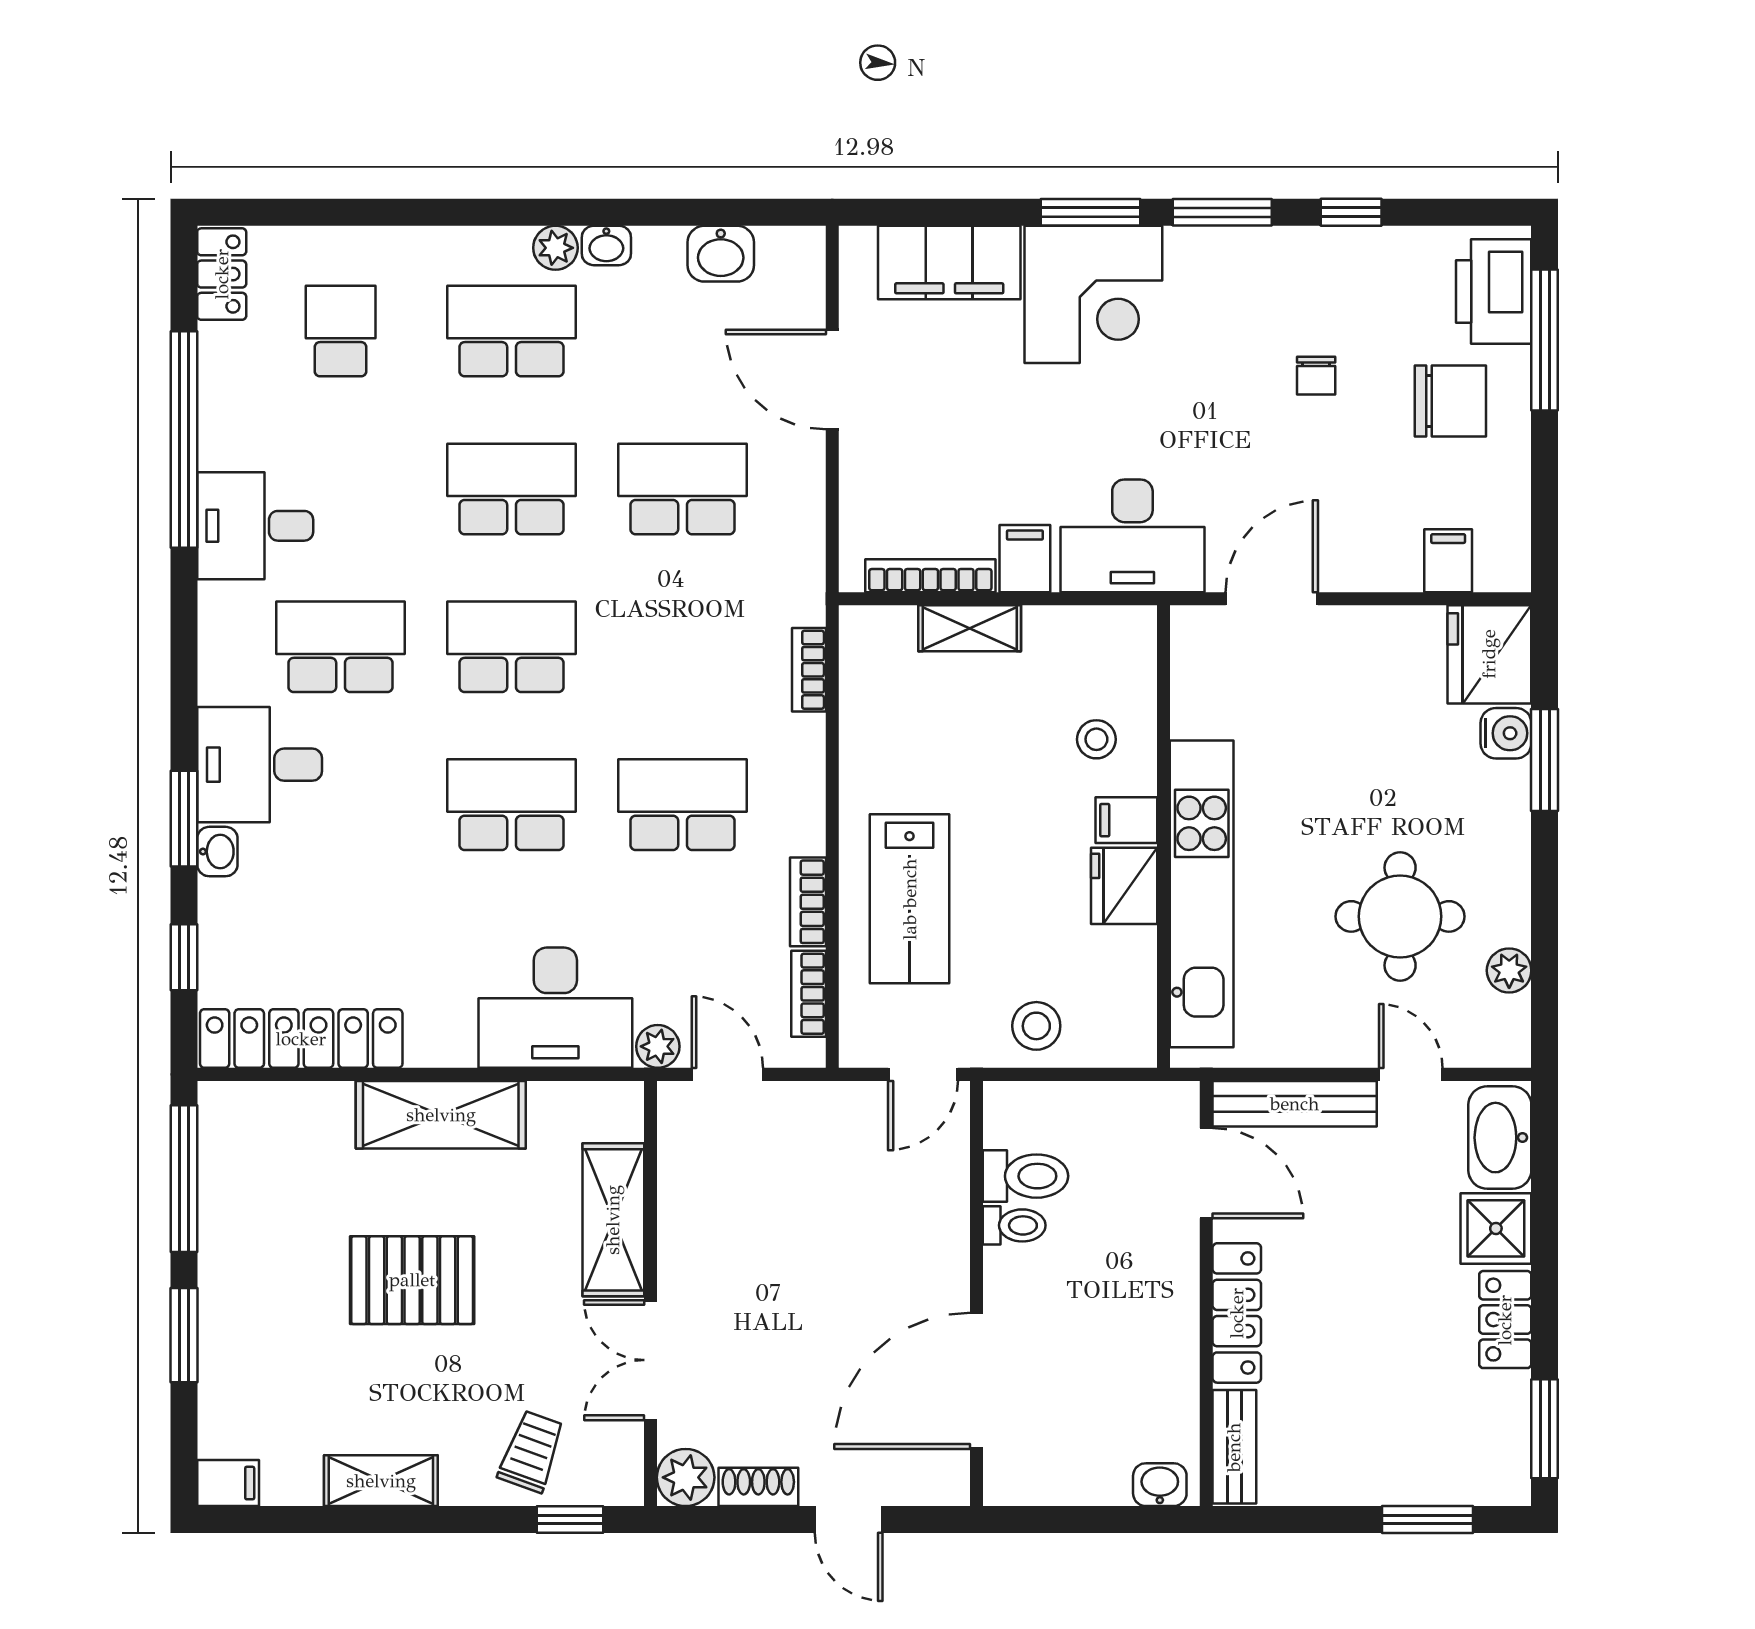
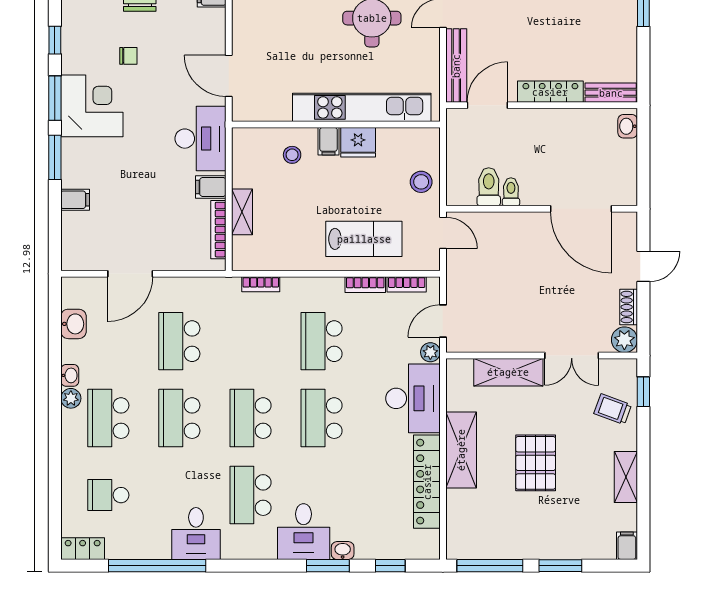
filing cabinet: (949, 263) -> (75, 200), width x0.33, depth x0.86
corner desk: (1093, 294) -> (92, 106), moved
locker: (301, 1039) -> (427, 482), moved

